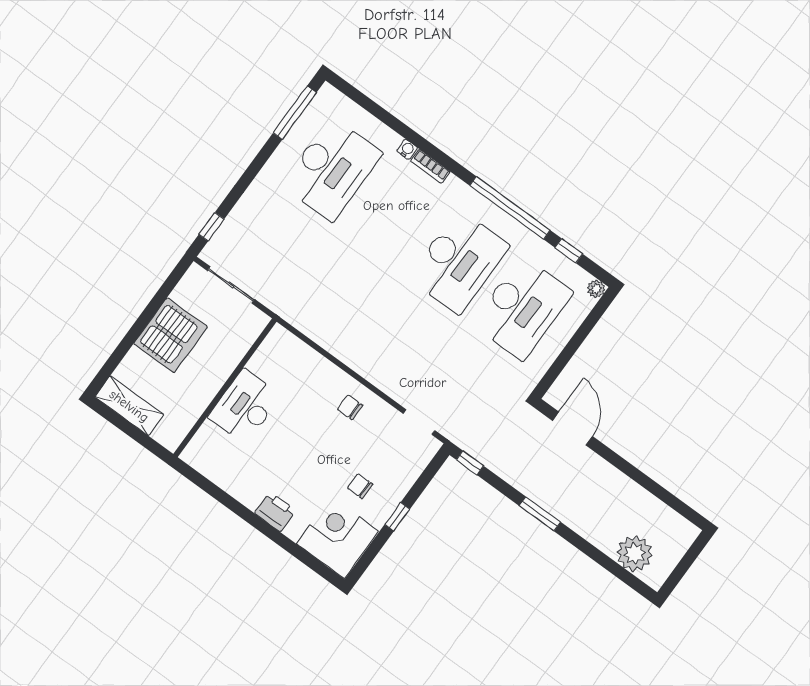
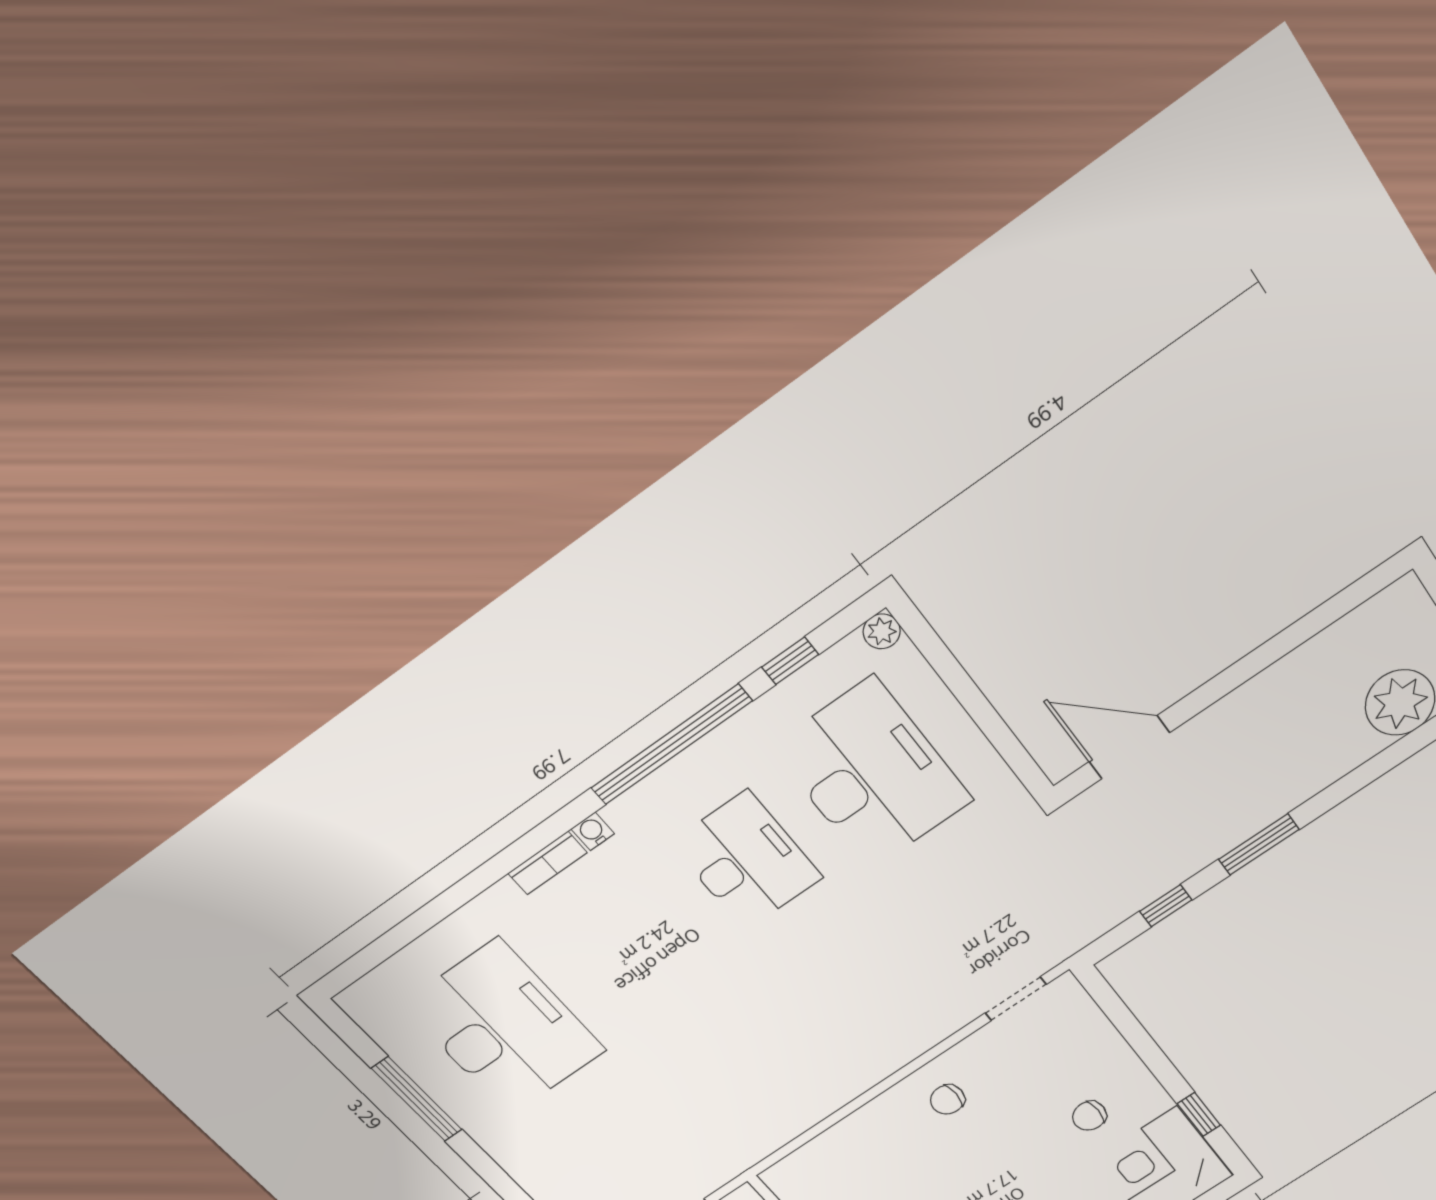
window: (295, 113) -> (417, 1099), moved
water cooler: (407, 149) -> (593, 831), moved
desk: (459, 262) -> (747, 861), width x0.73, depth x0.77
window: (470, 463) -> (1166, 906), moved
window: (397, 517) -> (1199, 1114), moved

